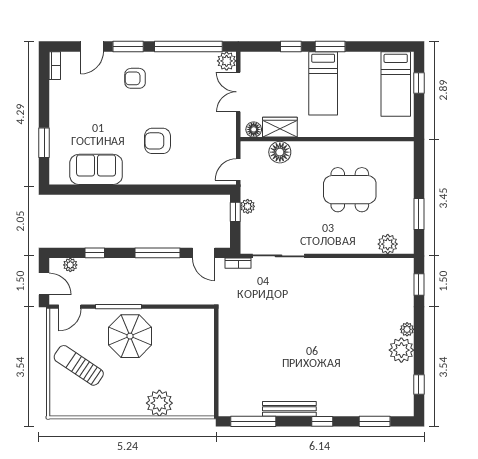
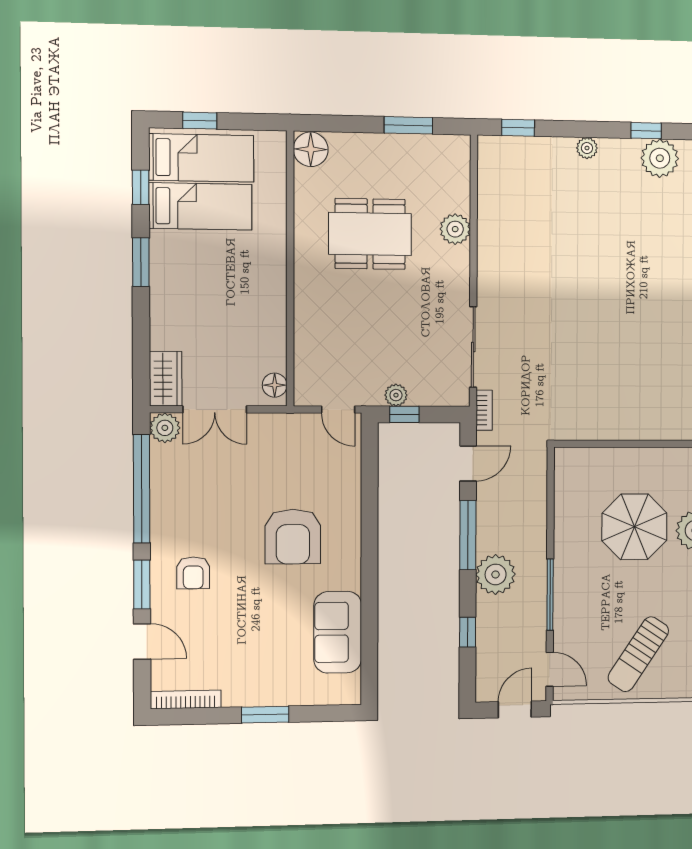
window: (291, 46) -> (141, 187), moved
bookcase: (55, 66) -> (186, 700), width x1.56
bed: (323, 83) -> (200, 206), moved
wardrobe: (280, 127) -> (166, 379), moved, turned 180
armchair: (157, 141) -> (293, 537), width x1.36, depth x1.36
window: (44, 143) -> (265, 715), moved
floor lamp: (280, 152) -> (311, 149), moved
dining table: (350, 190) -> (370, 234), turned 90
plant: (388, 244) -> (455, 229), moved
plant: (70, 265) -> (496, 574), moved, width x1.88, depth x1.88
parasol: (130, 336) -> (634, 527), moved
plant: (401, 350) -> (660, 158), moved
window: (419, 384) -> (646, 131), moved

